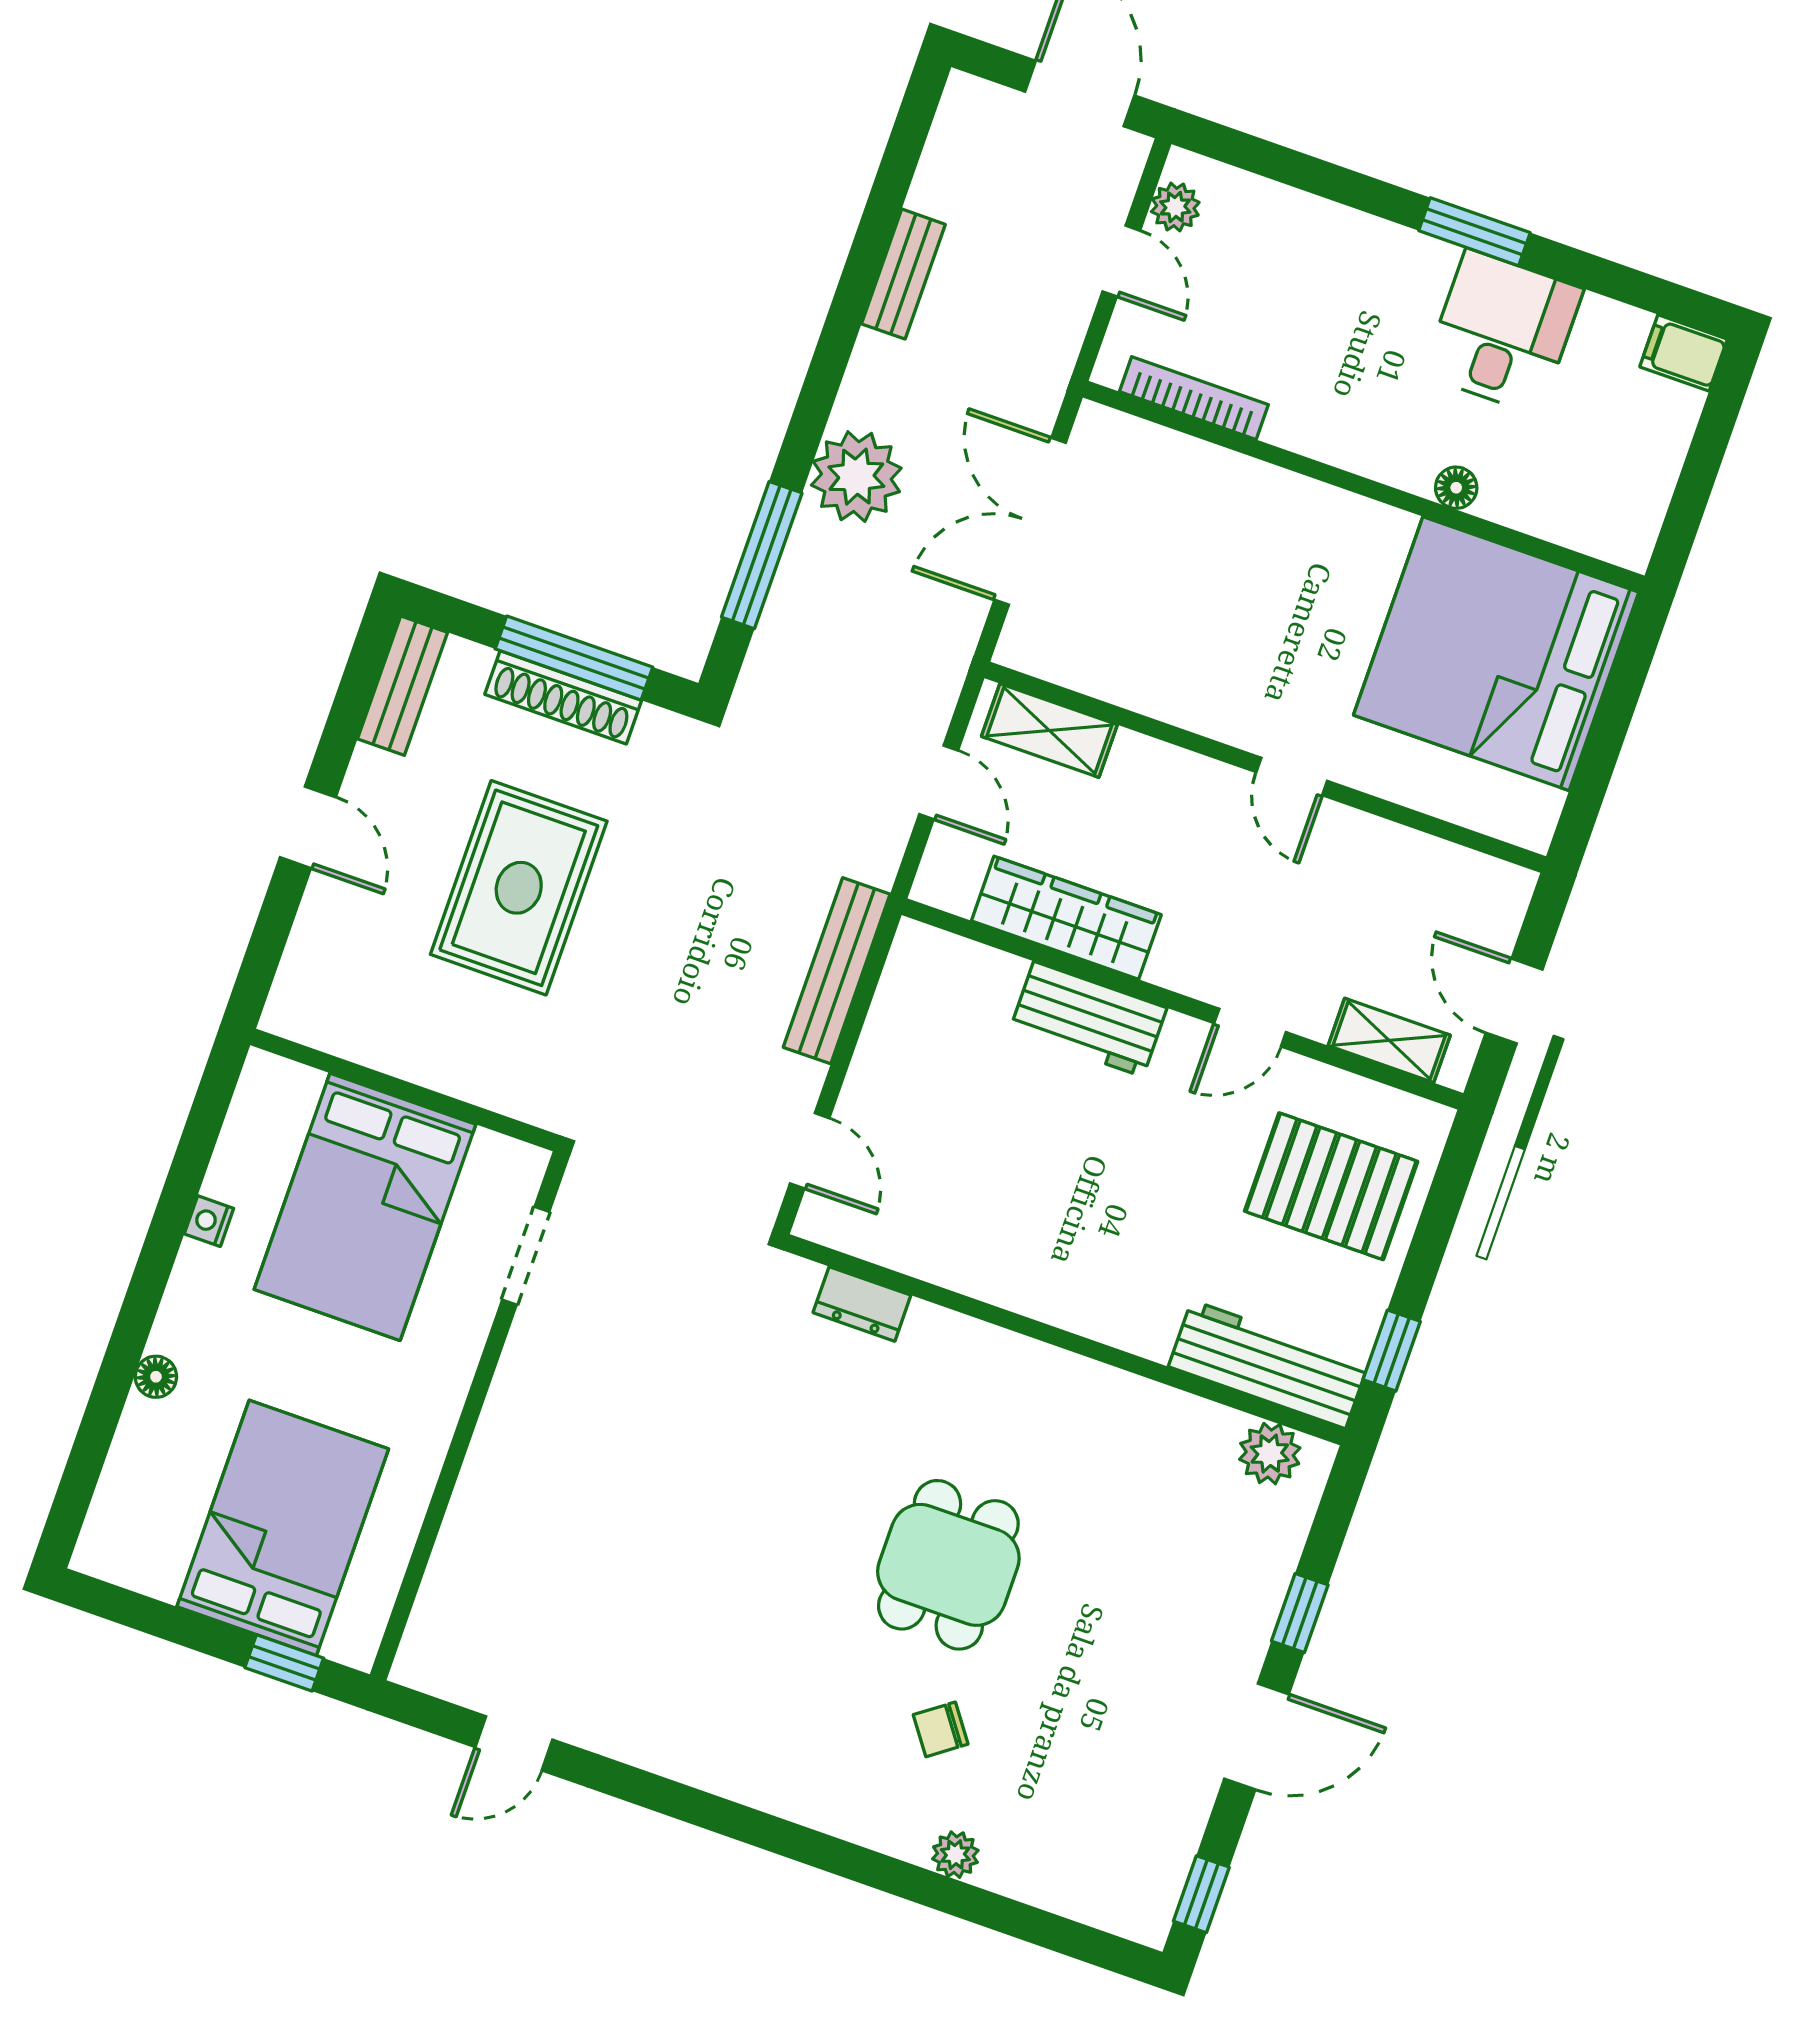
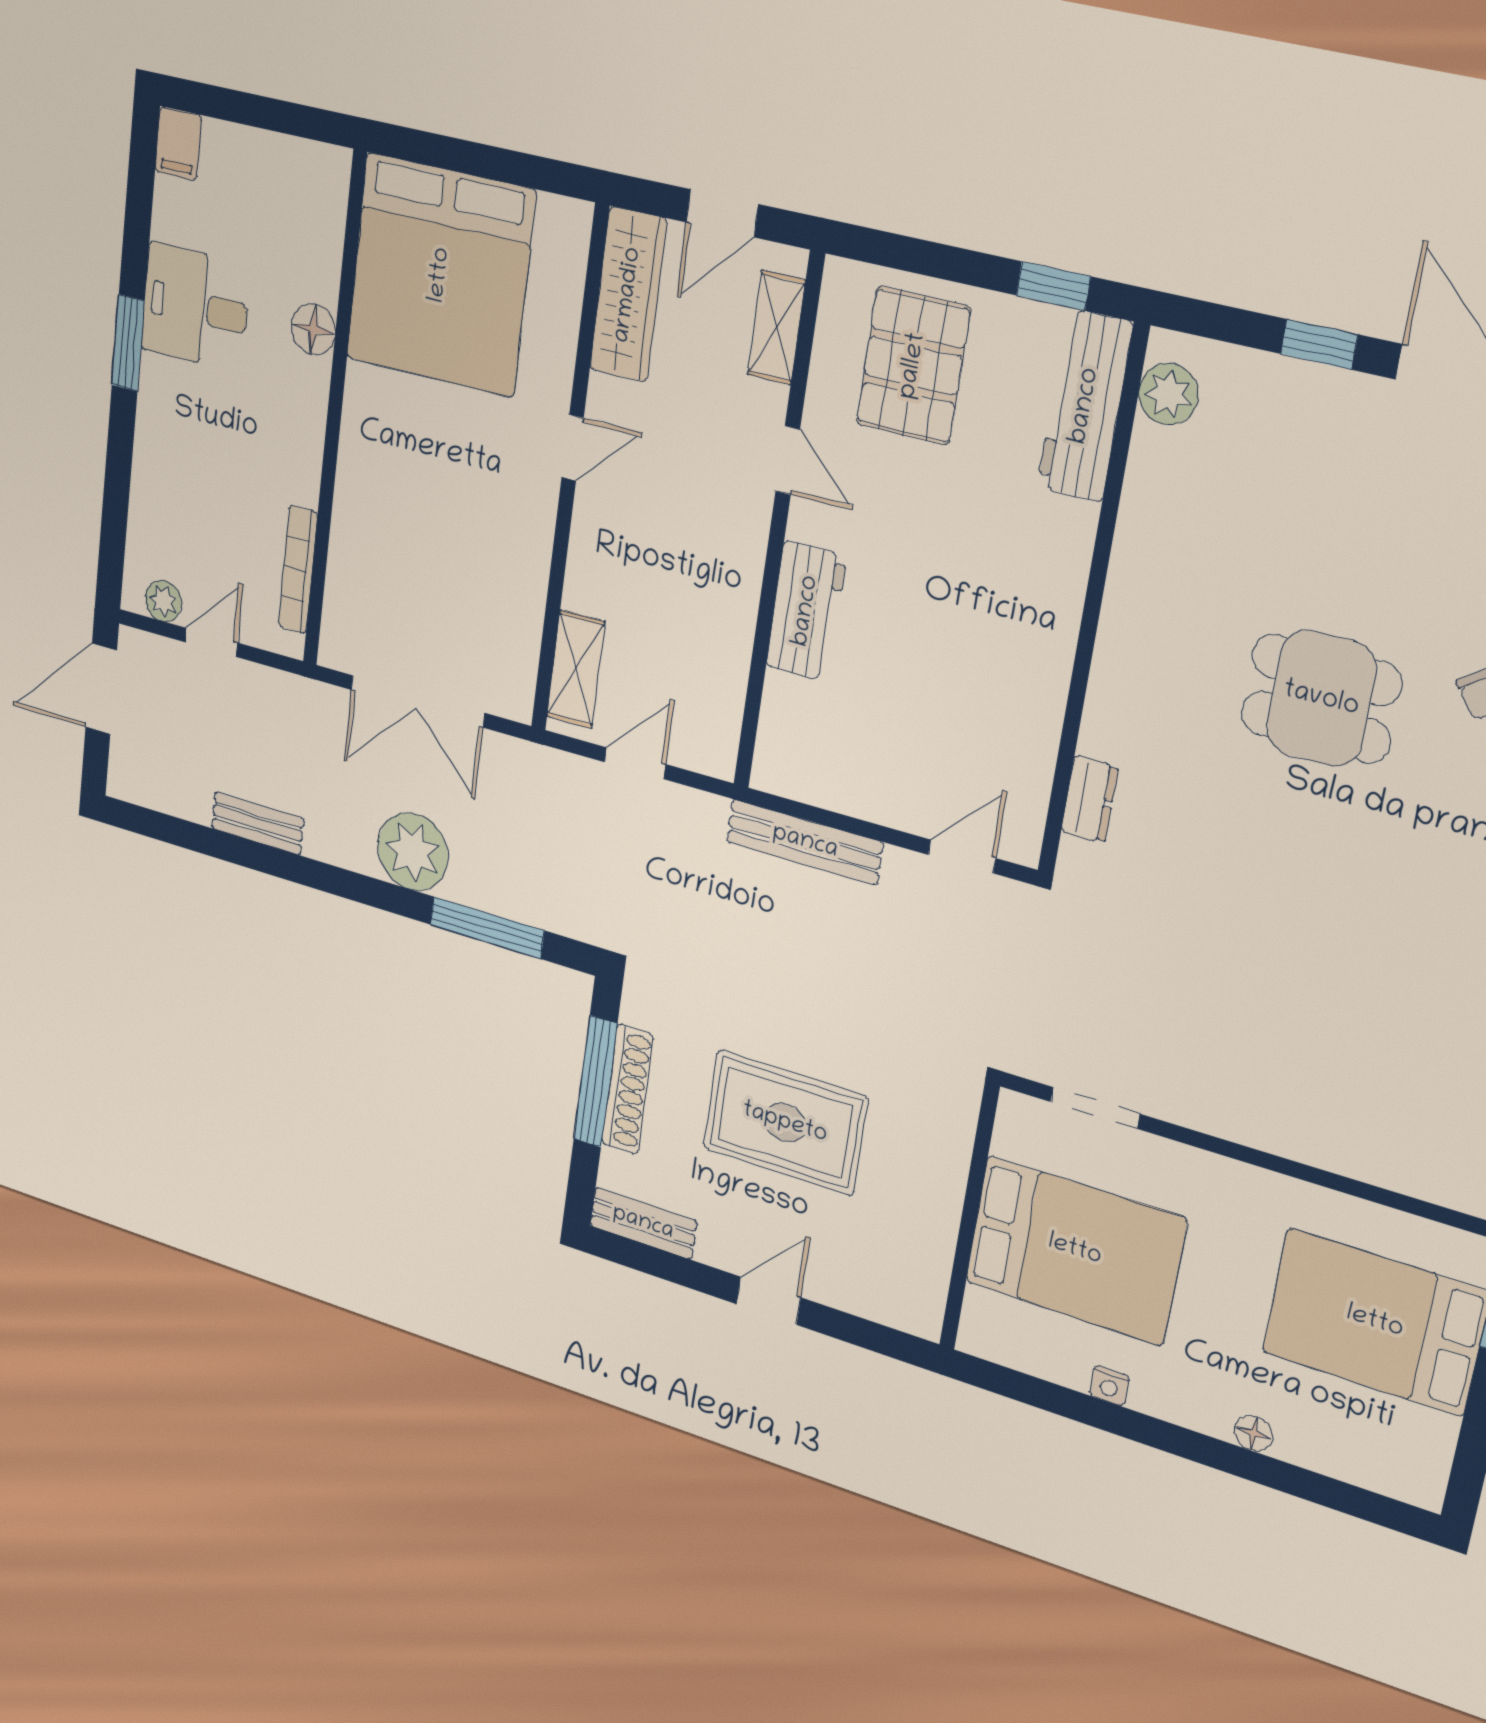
floor lamp: (1456, 488) -> (313, 329), width x1.37, depth x1.37
wardrobe: (1066, 918) -> (628, 295), moved, turned 180

